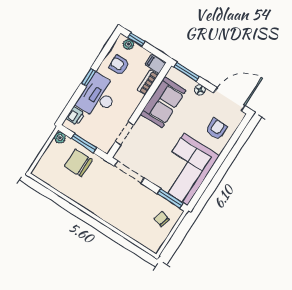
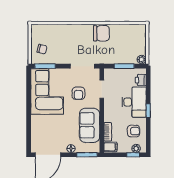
armchair: (216, 129) -> (78, 93), moved
chair: (78, 163) -> (101, 33), moved

